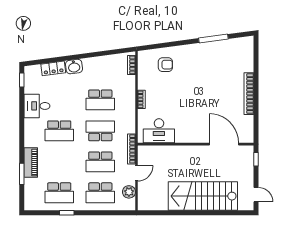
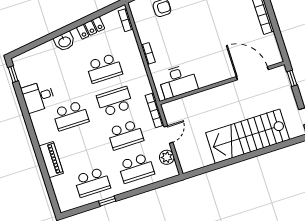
locker: (53, 68) -> (91, 28), moved
window: (22, 174) -> (45, 175), removed

